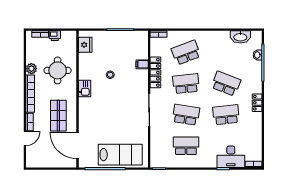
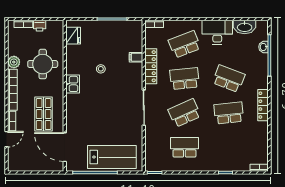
locker: (257, 103) -> (263, 105), width x1.53
school desk: (186, 115) -> (184, 113), turned -33
desk: (231, 157) -> (217, 32), moved, turned 180

